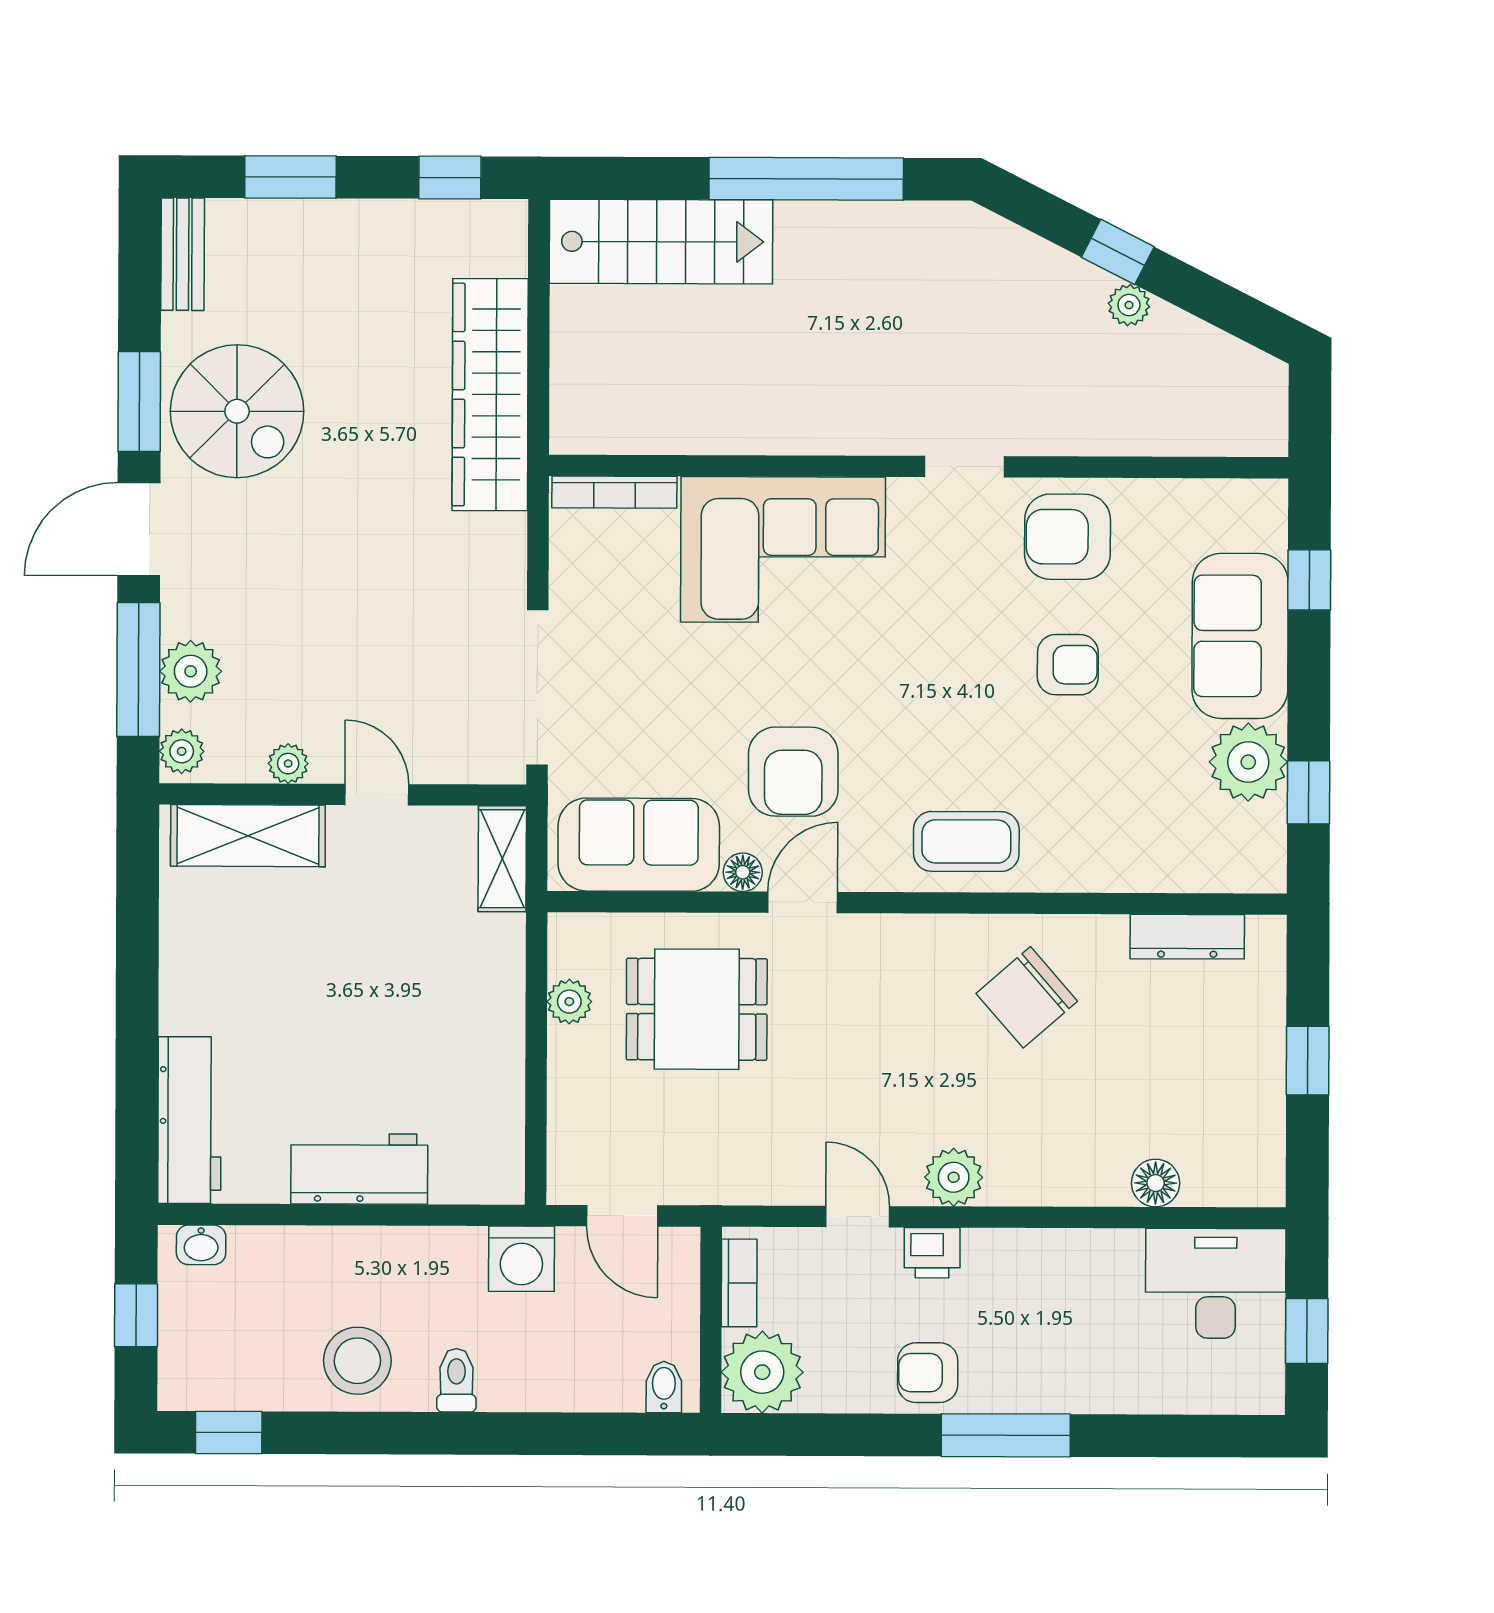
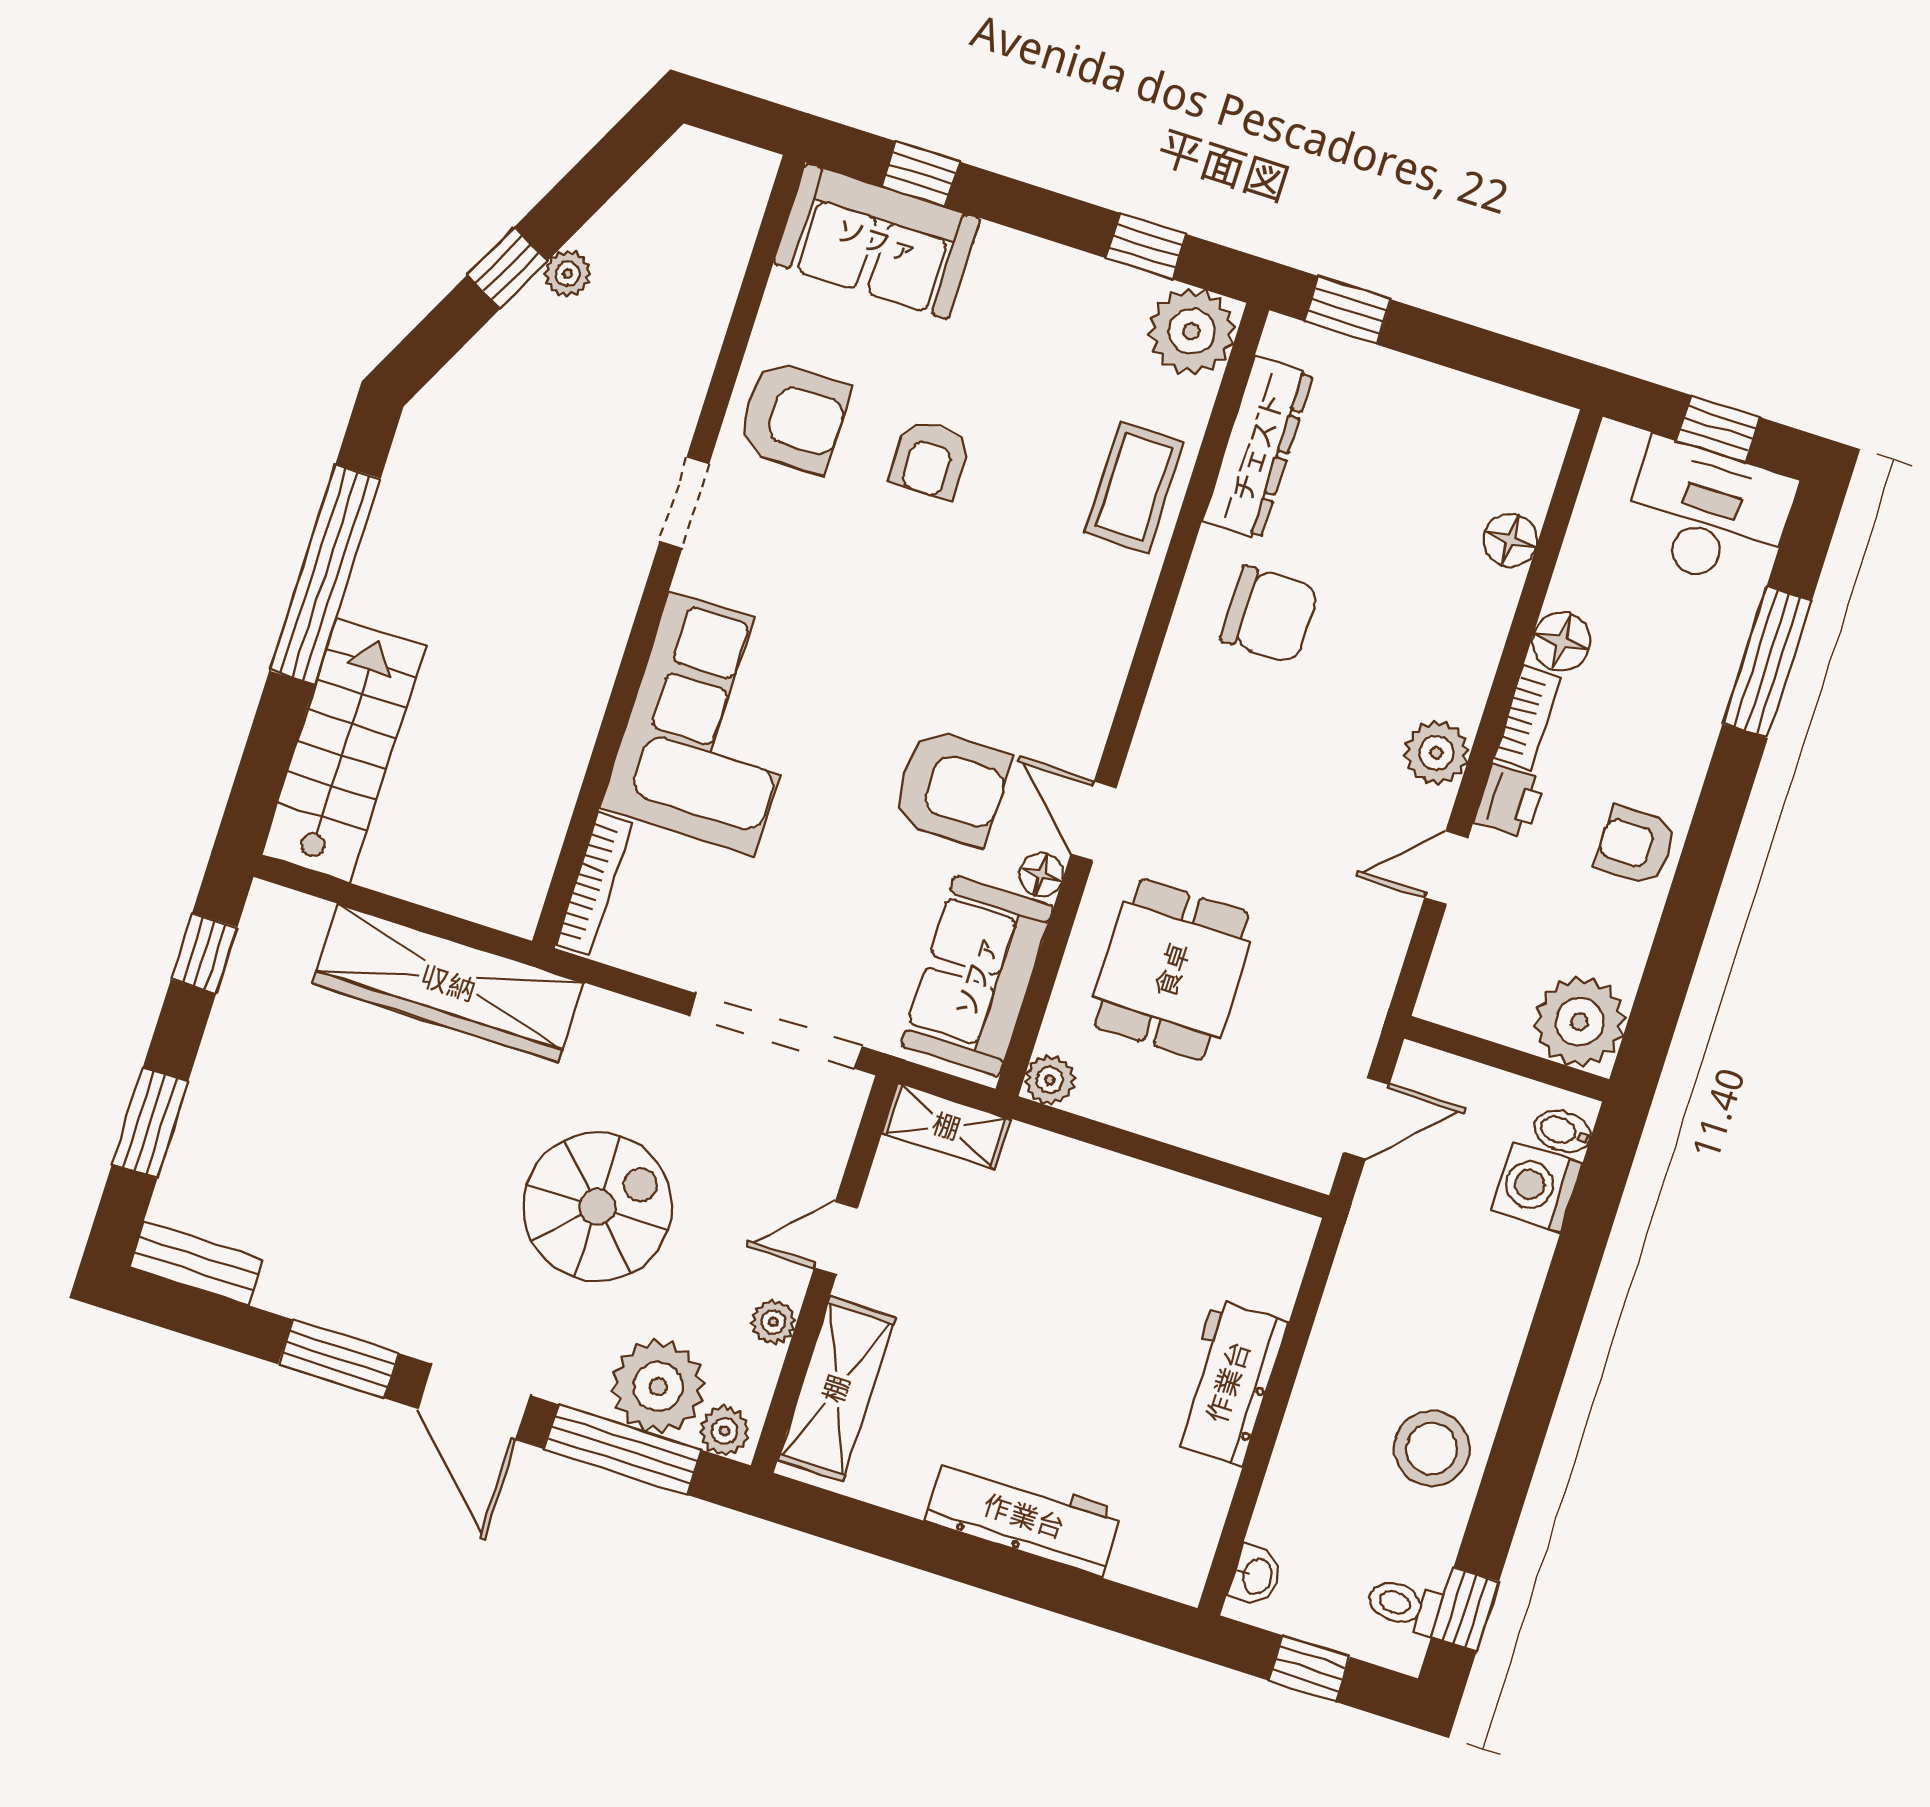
spiral stairs: (237, 411) -> (598, 1207), moved
armchair: (1067, 537) -> (793, 417), turned -90
sofa: (1240, 636) -> (877, 241), moved
armchair: (1068, 665) -> (930, 459), turned 180
plant: (191, 671) -> (658, 1386), width x1.36, depth x1.36
plant: (1248, 762) -> (1192, 331), moved
coffee table: (966, 841) -> (1134, 487), moved
dresser: (1187, 937) -> (1258, 447), width x1.37, depth x1.24
chair: (1027, 997) -> (1270, 615), turned -49
plant: (569, 1002) -> (1050, 1080), moved
window: (1308, 1061) -> (1348, 310), moved
workbench: (189, 1120) -> (1024, 1516), moved
floor lamp: (1082, 1254) -> (1561, 642), added
washing machine: (521, 1259) -> (1537, 1187), moved, turned 180
bookcase: (739, 1283) -> (1527, 718), moved, turned 90
desk: (1216, 1283) -> (1708, 514), moved, turned 90
armchair: (928, 1373) -> (1636, 846), turned 90
toilet: (456, 1380) -> (1404, 1605), moved
window: (1006, 1435) -> (1767, 662), moved

